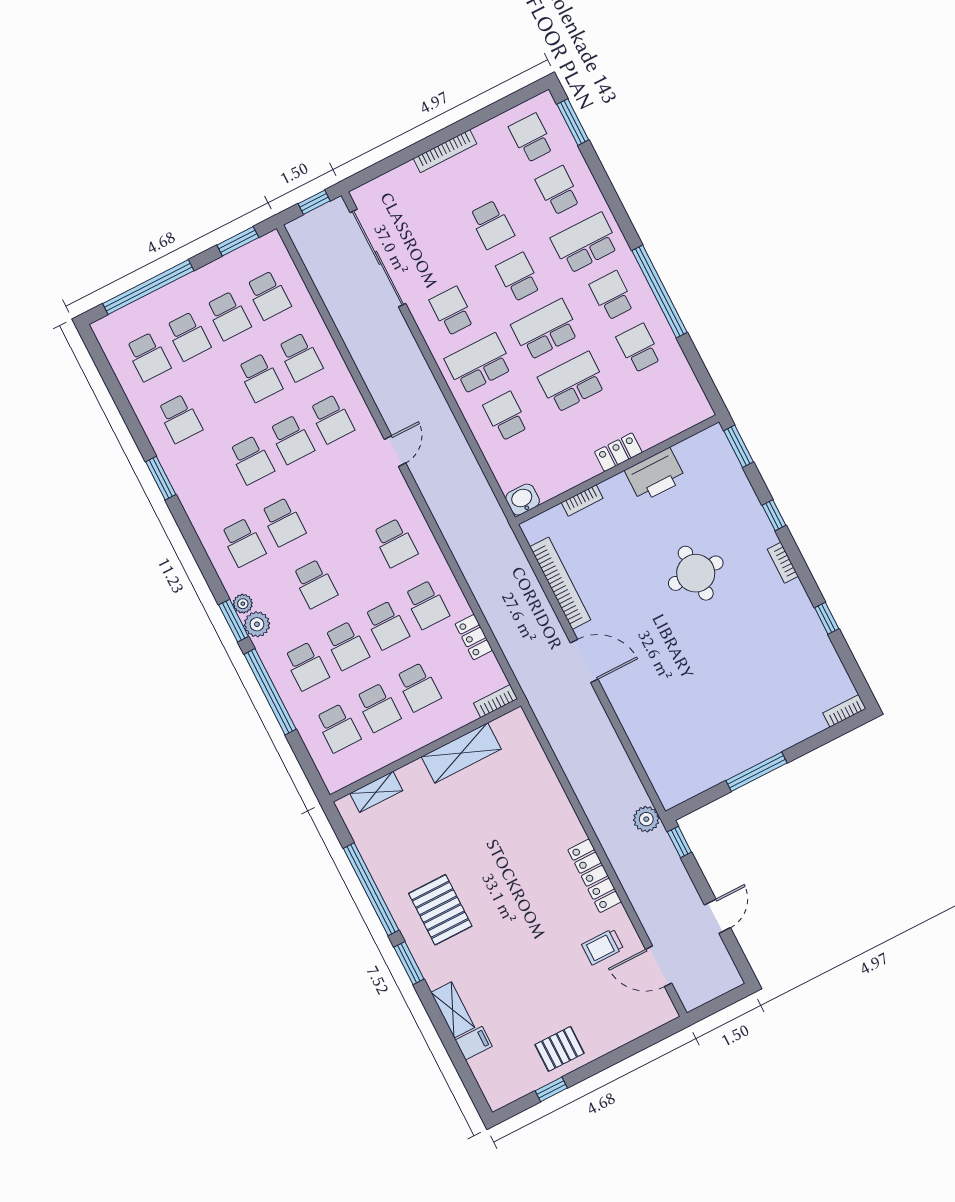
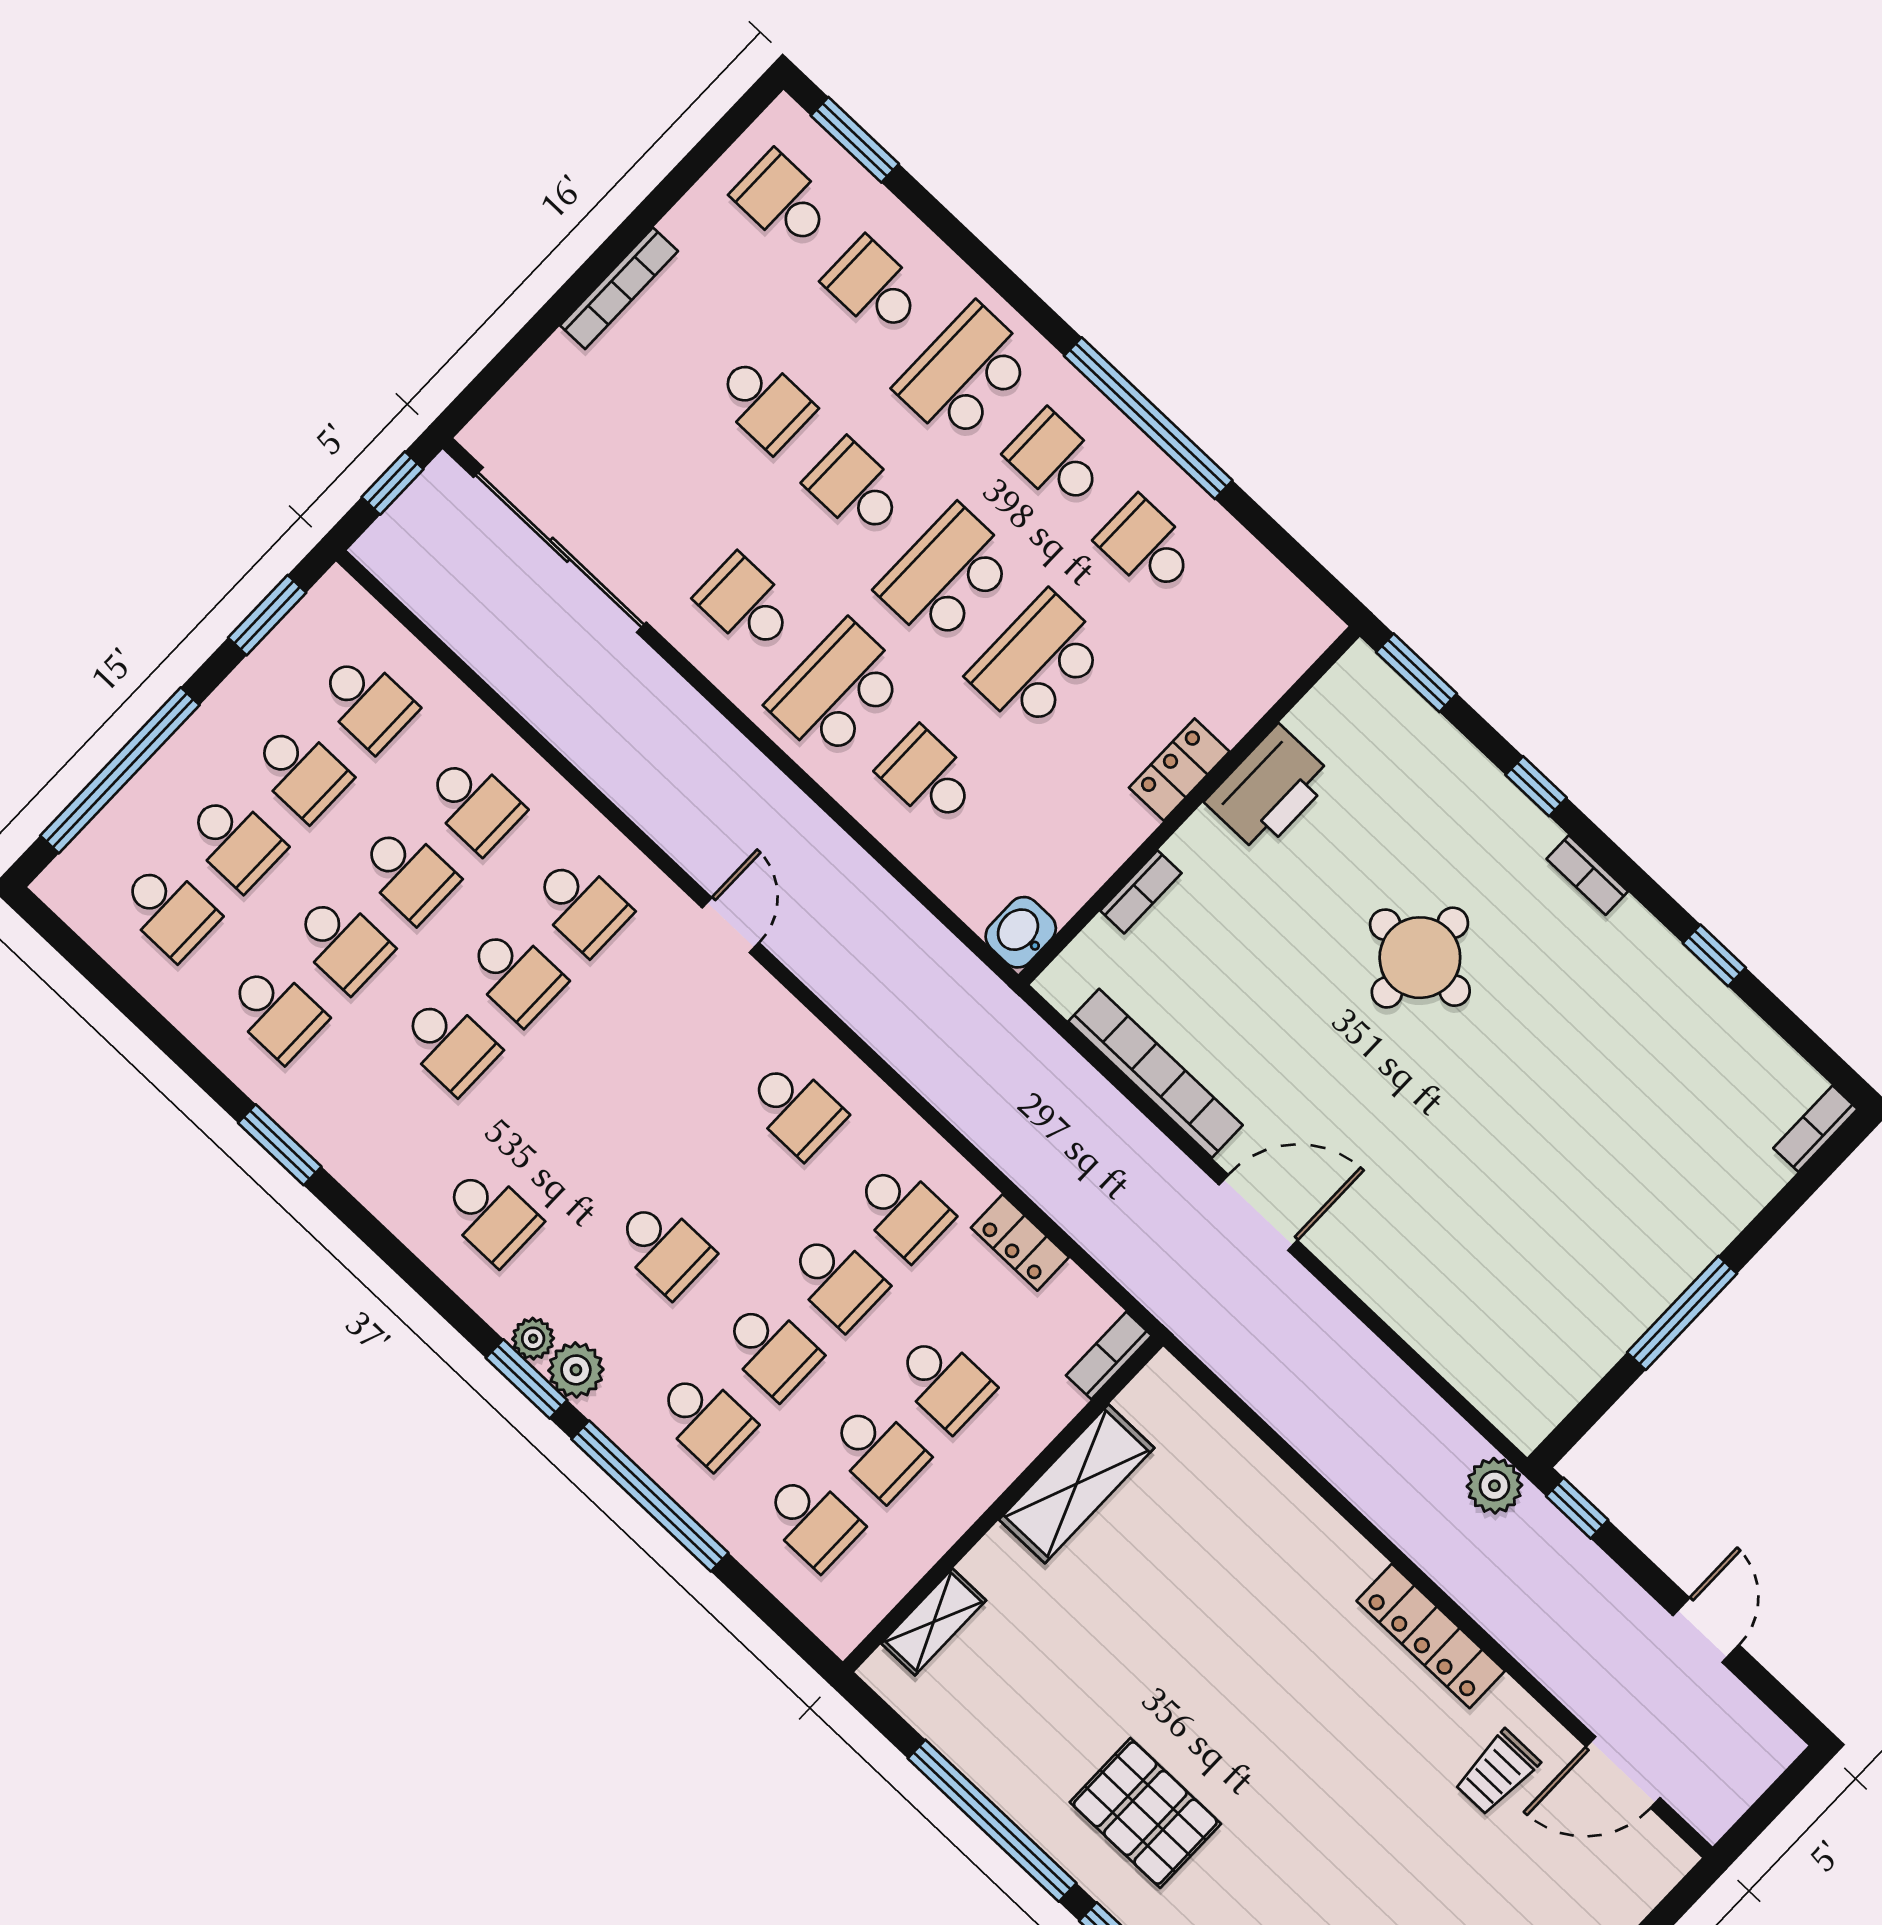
school desk: (283, 522) -> (342, 943), moved

